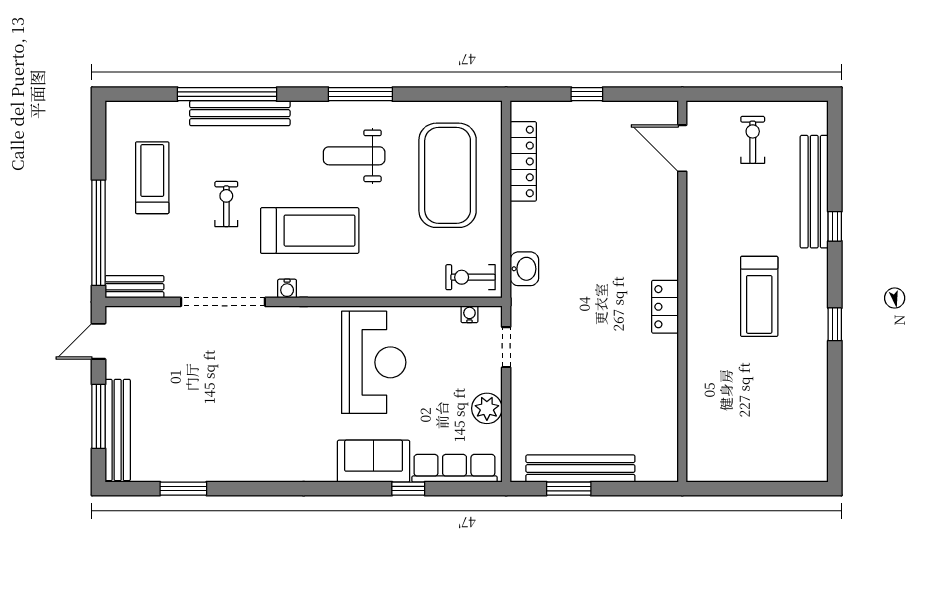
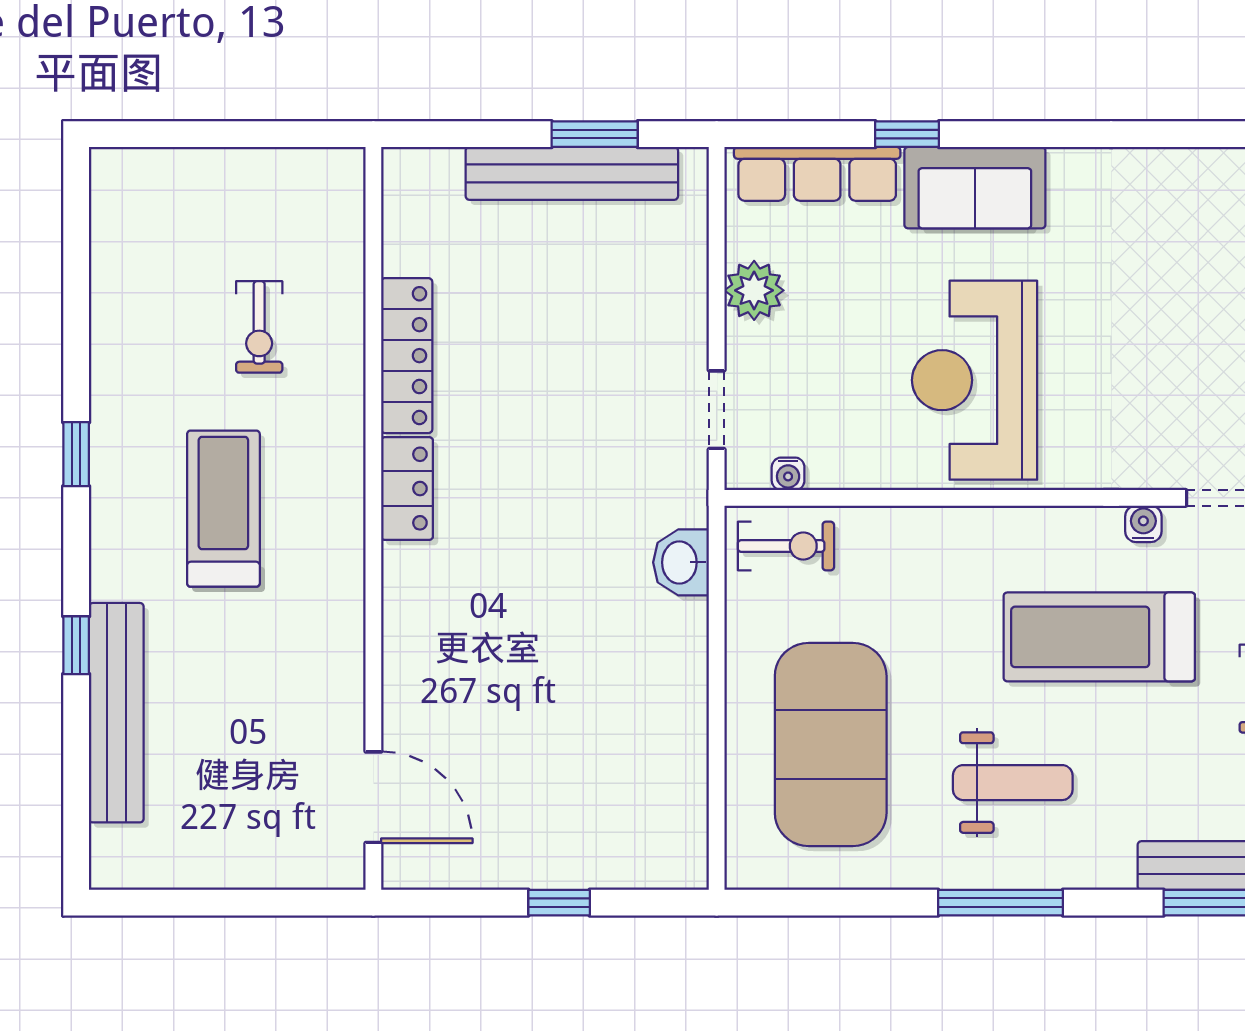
exercise bike: (753, 140) -> (259, 327), moved
locker: (523, 161) -> (407, 356), moved, turned 180

